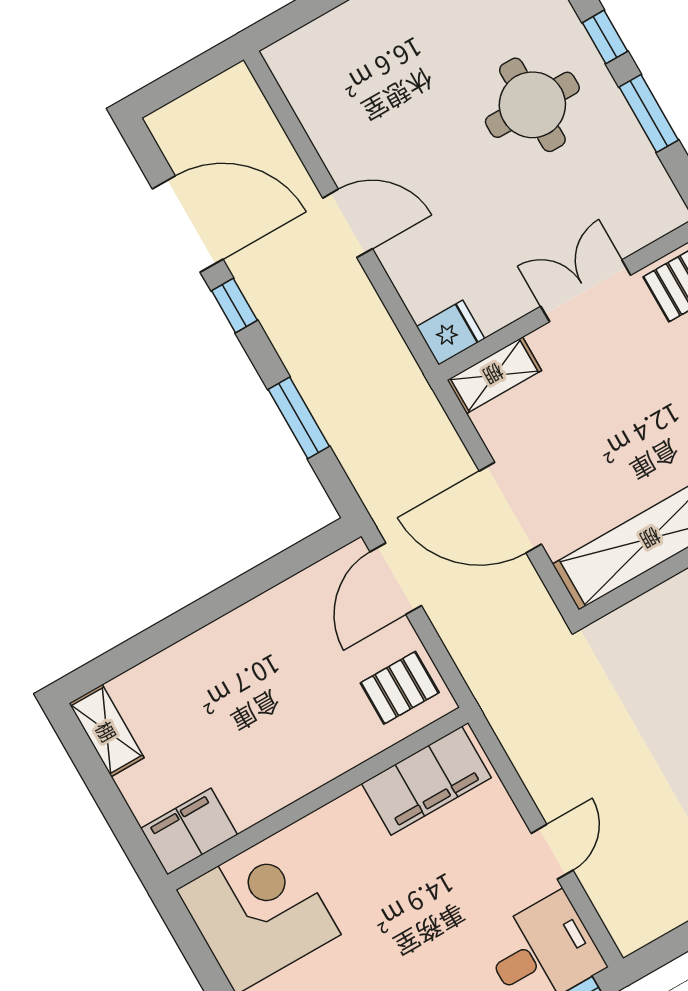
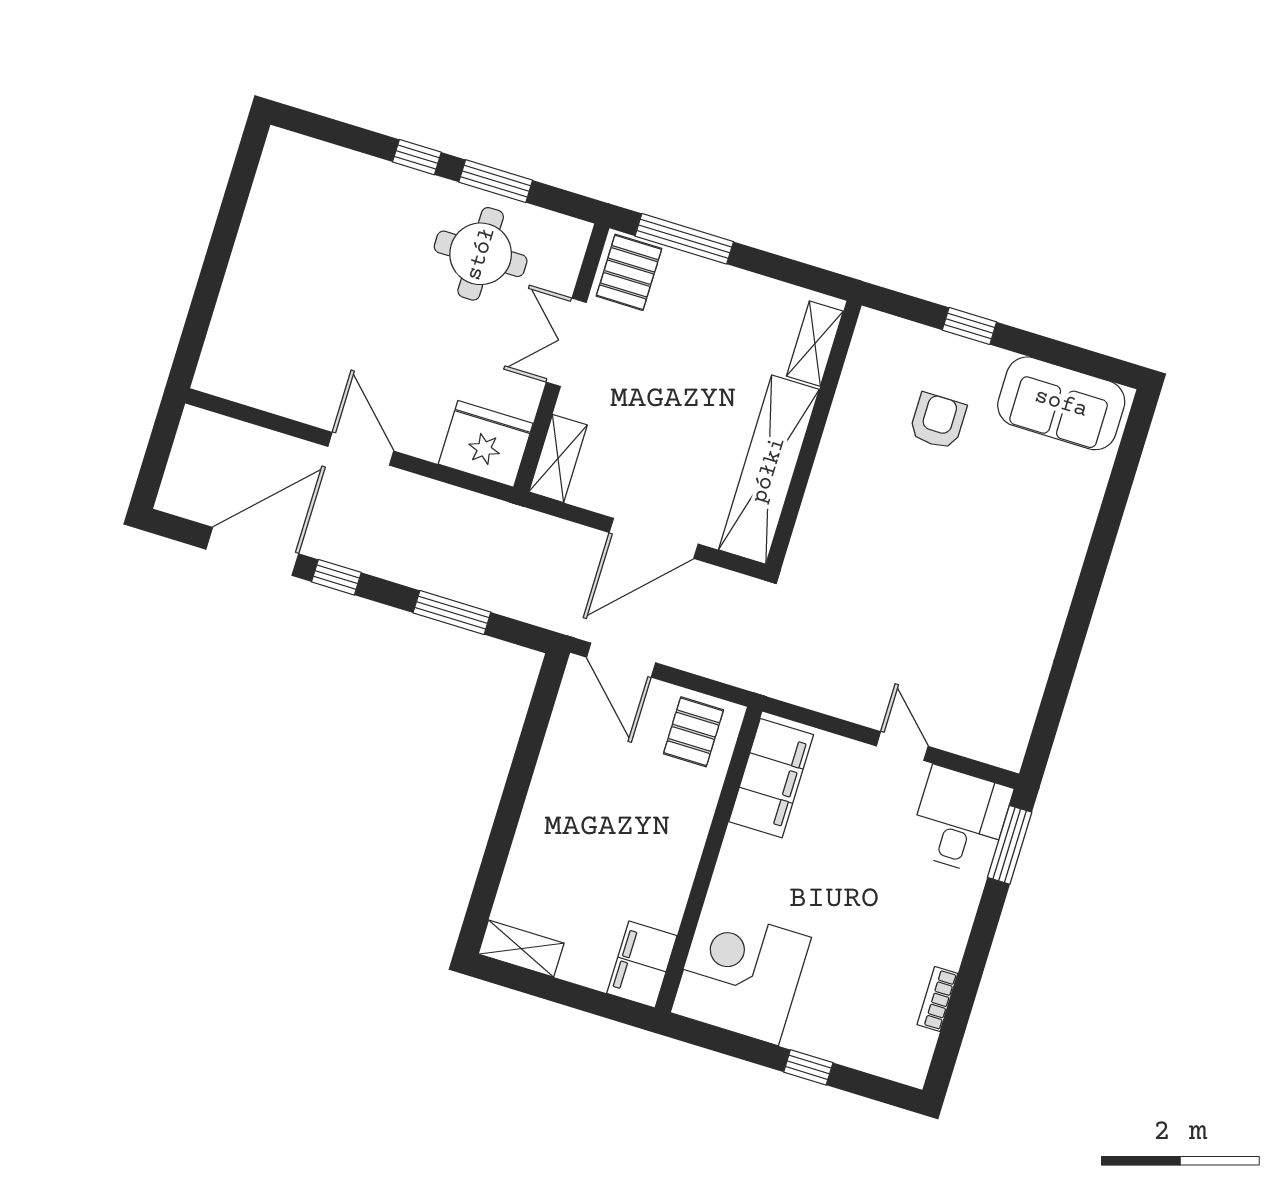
round table: (532, 105) -> (481, 254), moved
door: (348, 223) -> (361, 449), hinge flipped
fridge: (451, 333) -> (486, 444), width x1.88, depth x1.34

